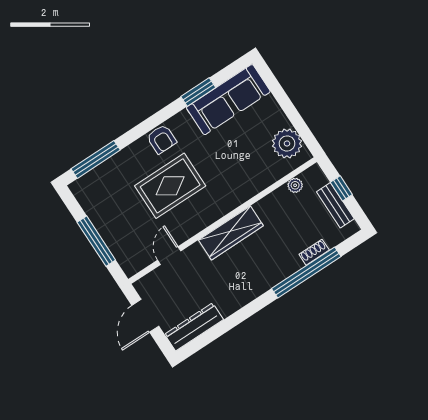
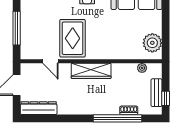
rug: (170, 186) -> (73, 38), moved, turned 90
window: (341, 188) -> (166, 98), moved
door: (169, 256) -> (50, 61), swing flipped

